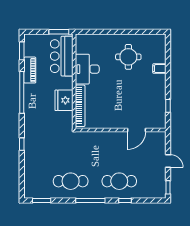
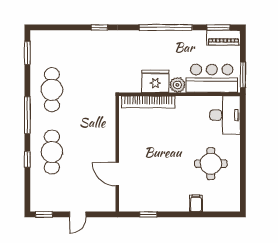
desk: (87, 69) -> (225, 115), moved, turned 90
piano: (30, 70) -> (223, 38), moved
plant: (67, 83) -> (177, 85), added

